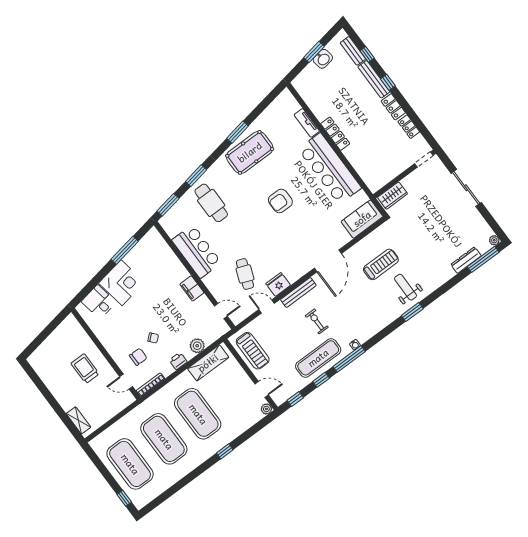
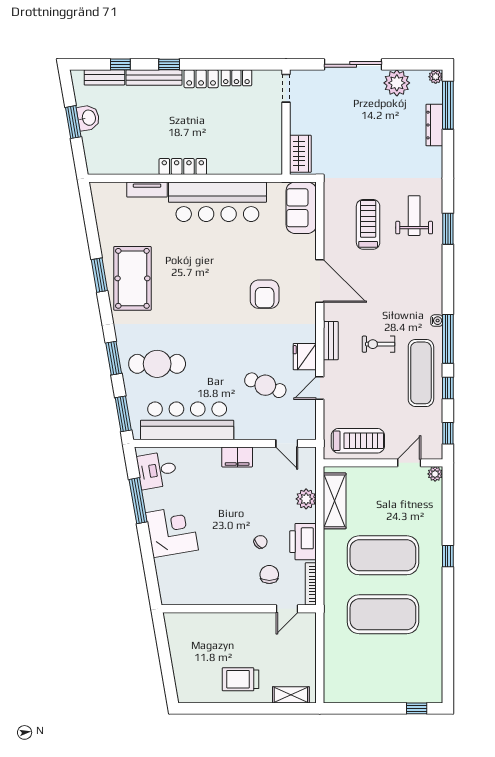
armchair: (280, 201) -> (265, 294), moved
plant: (474, 221) -> (397, 83), added
bar counter: (197, 251) -> (187, 421), width x1.36
weight bench: (405, 287) -> (414, 216), turned 90
bench: (298, 293) -> (331, 341), width x0.73
desk: (99, 302) -> (157, 470), moved
door: (221, 311) -> (287, 443), swing flipped
printer: (178, 361) -> (303, 542), width x1.87, depth x1.48
trolley: (85, 369) -> (241, 679), moved
exercise mat: (130, 464) -> (383, 673), removed

